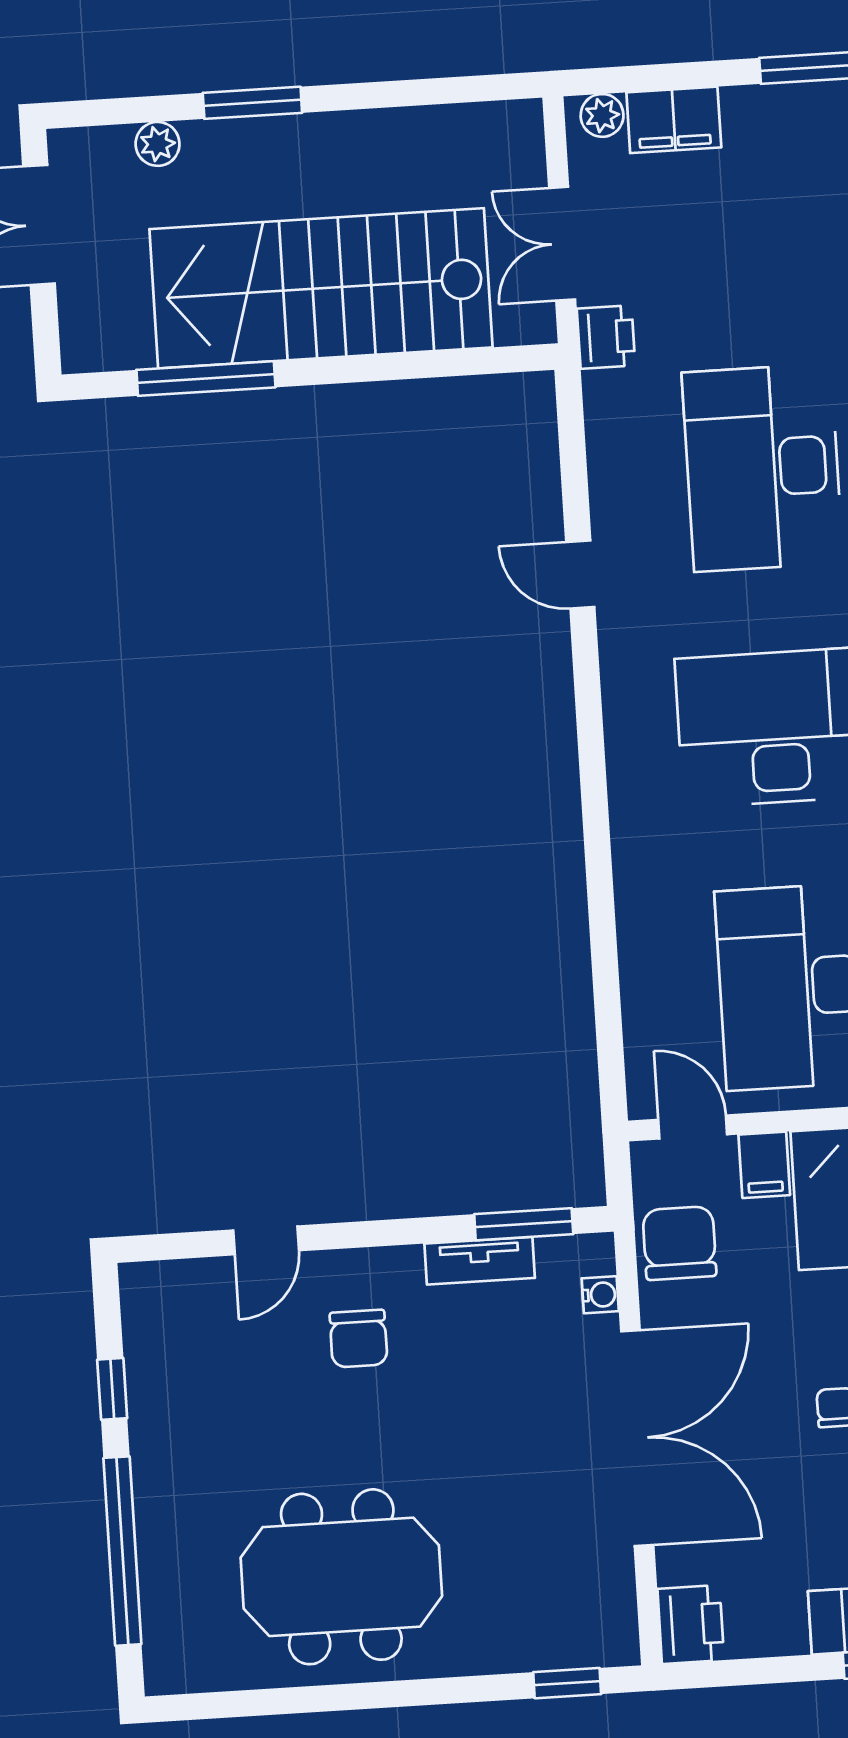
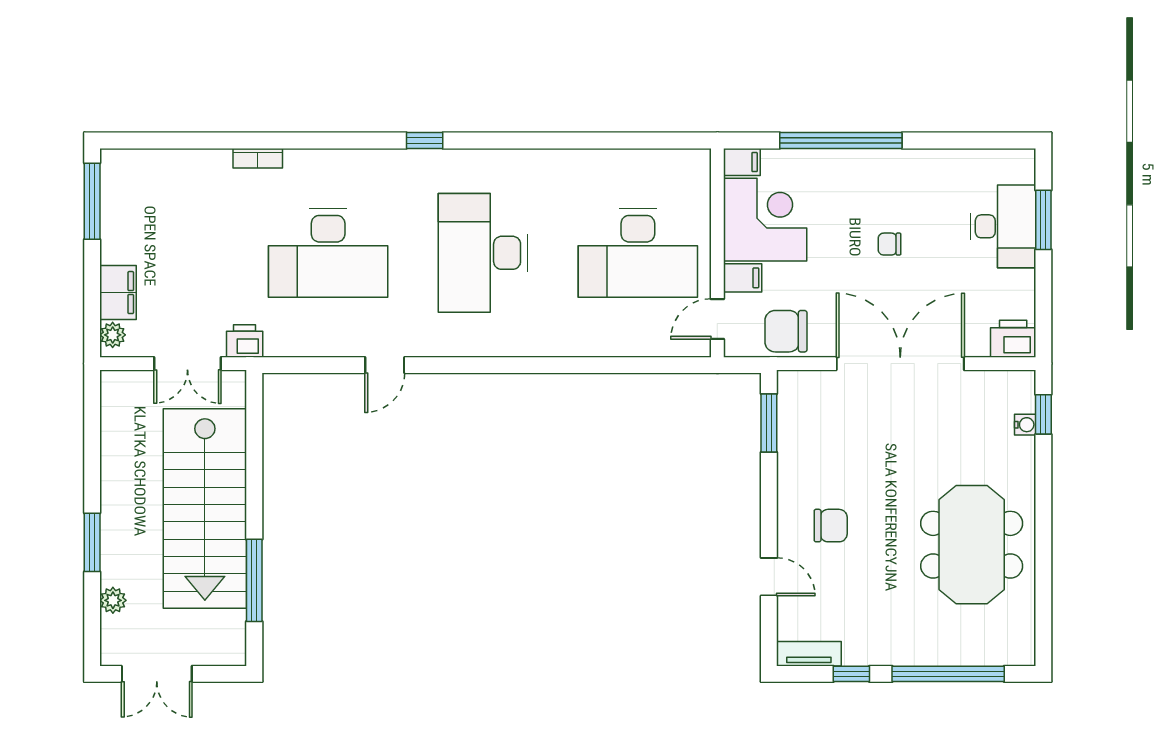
tv unit: (480, 1261) -> (809, 654), moved, turned -90
water cooler: (600, 1295) -> (1025, 425), moved, turned 90

